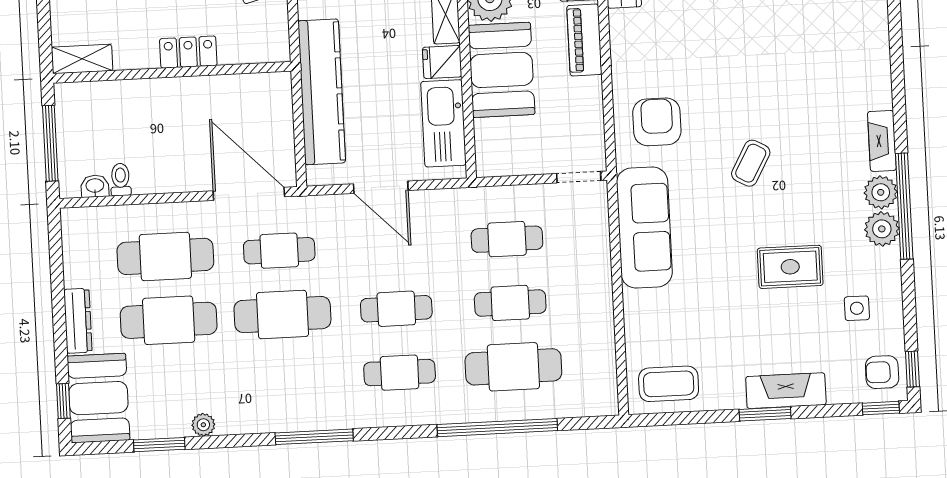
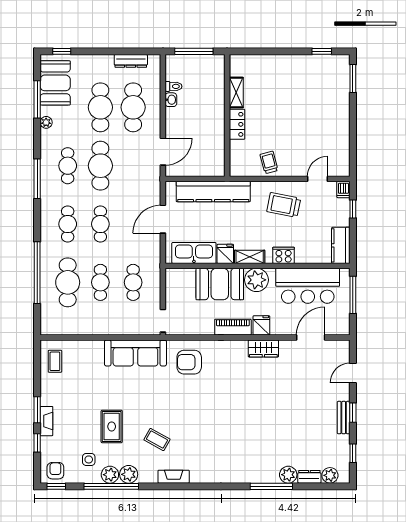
shelving: (82, 59) -> (236, 93), moved
armchair: (657, 122) -> (189, 362), turned 180
coffee table: (751, 163) -> (157, 440), moved
washbasin: (95, 186) -> (171, 100), moved
plant: (881, 192) -> (110, 475), moved
door: (249, 194) -> (163, 152), width x0.73
window: (904, 206) -> (111, 486), moved
cafe table: (279, 251) -> (68, 166), moved
dresser: (78, 321) -> (131, 61), moved
coffee table: (669, 384) -> (55, 361), width x0.73, depth x0.77
fireplace: (786, 391) -> (46, 421), width x0.73, depth x0.76
booth: (98, 398) -> (55, 83), moved, turned 90
window: (881, 408) -> (37, 443), moved
window: (159, 445) -> (37, 99), width x1.44

